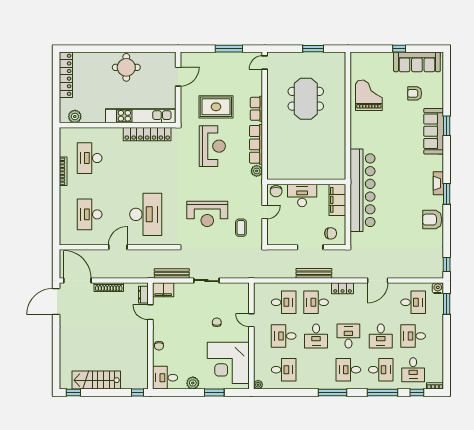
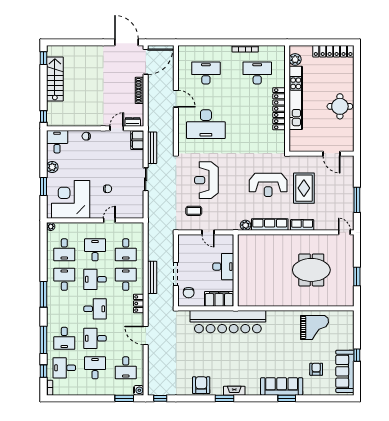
kitchen unit: (140, 116) -> (296, 98), moved
locker: (147, 134) -> (279, 109), moved
chair: (276, 191) -> (227, 243), removed
desk: (348, 370) -> (64, 279), moved

